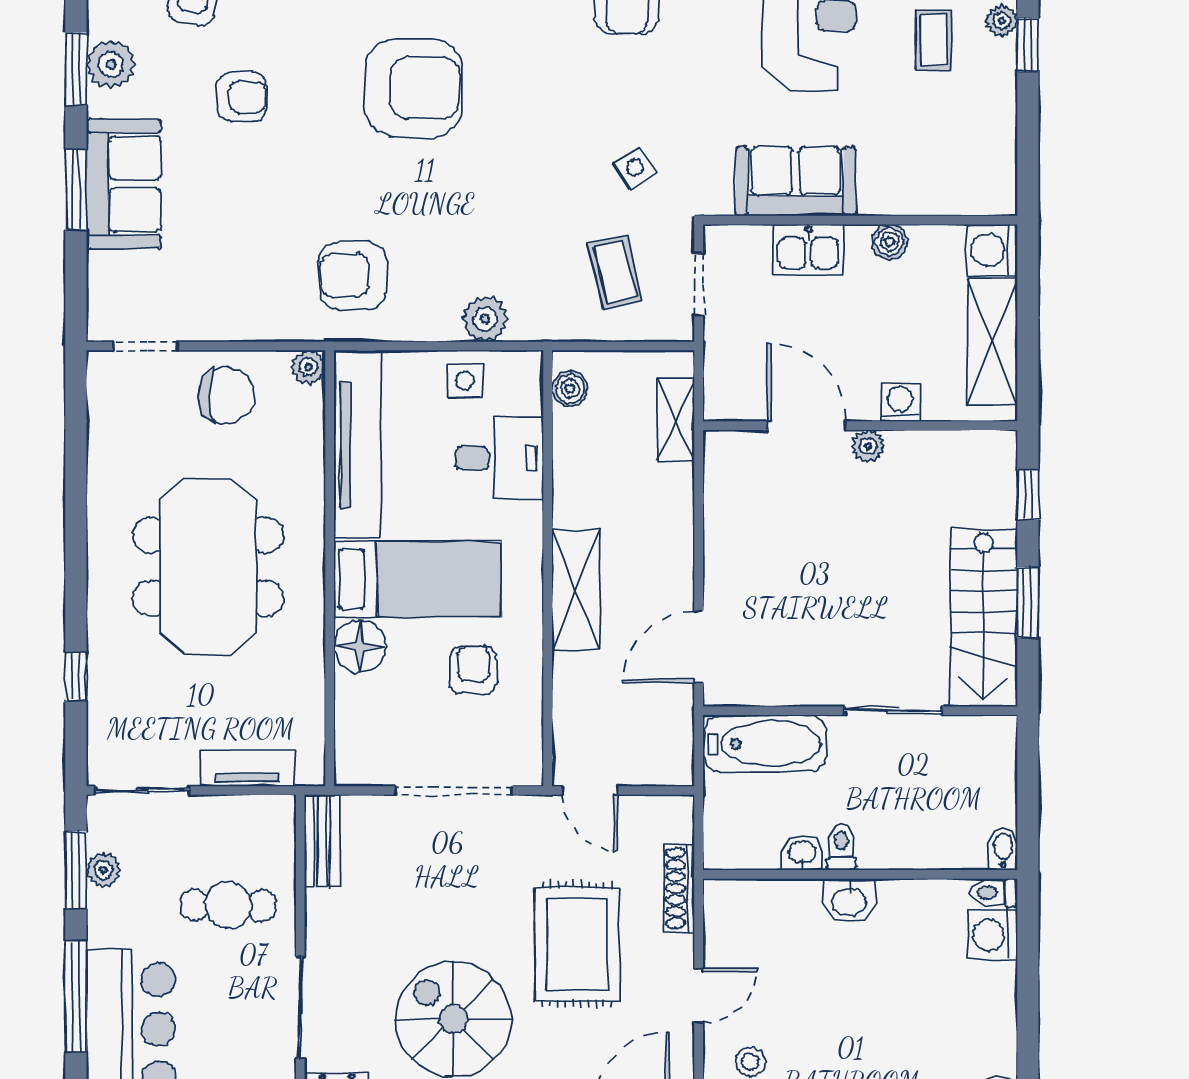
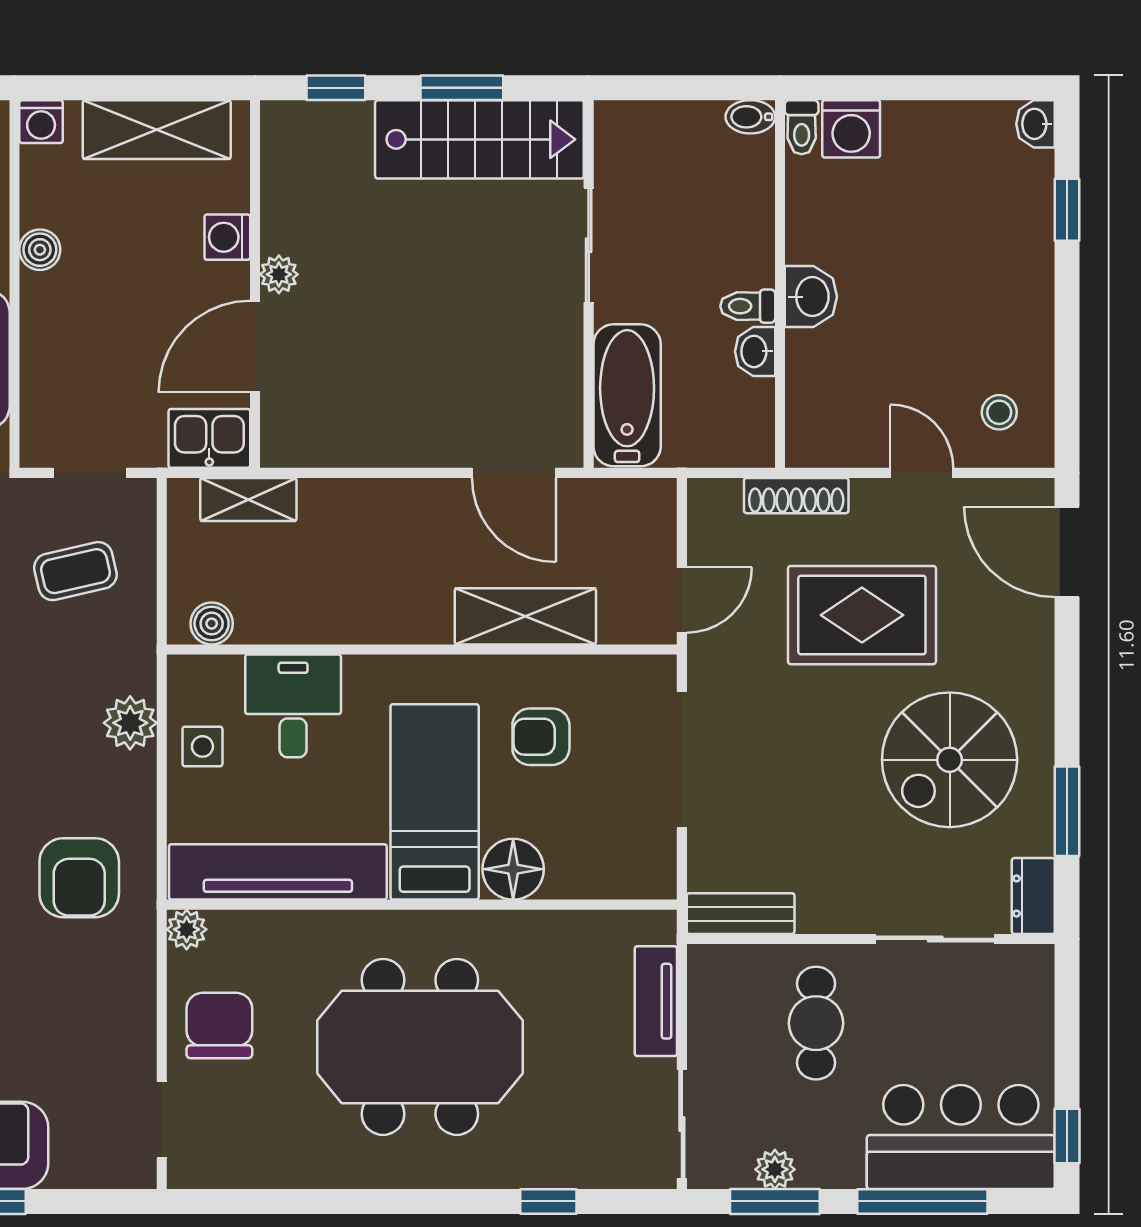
kitchen sink: (808, 250) -> (209, 438), moved, turned -90
washing machine: (992, 250) -> (41, 122), width x0.73, depth x0.73
shelving: (576, 590) -> (525, 616), moved

